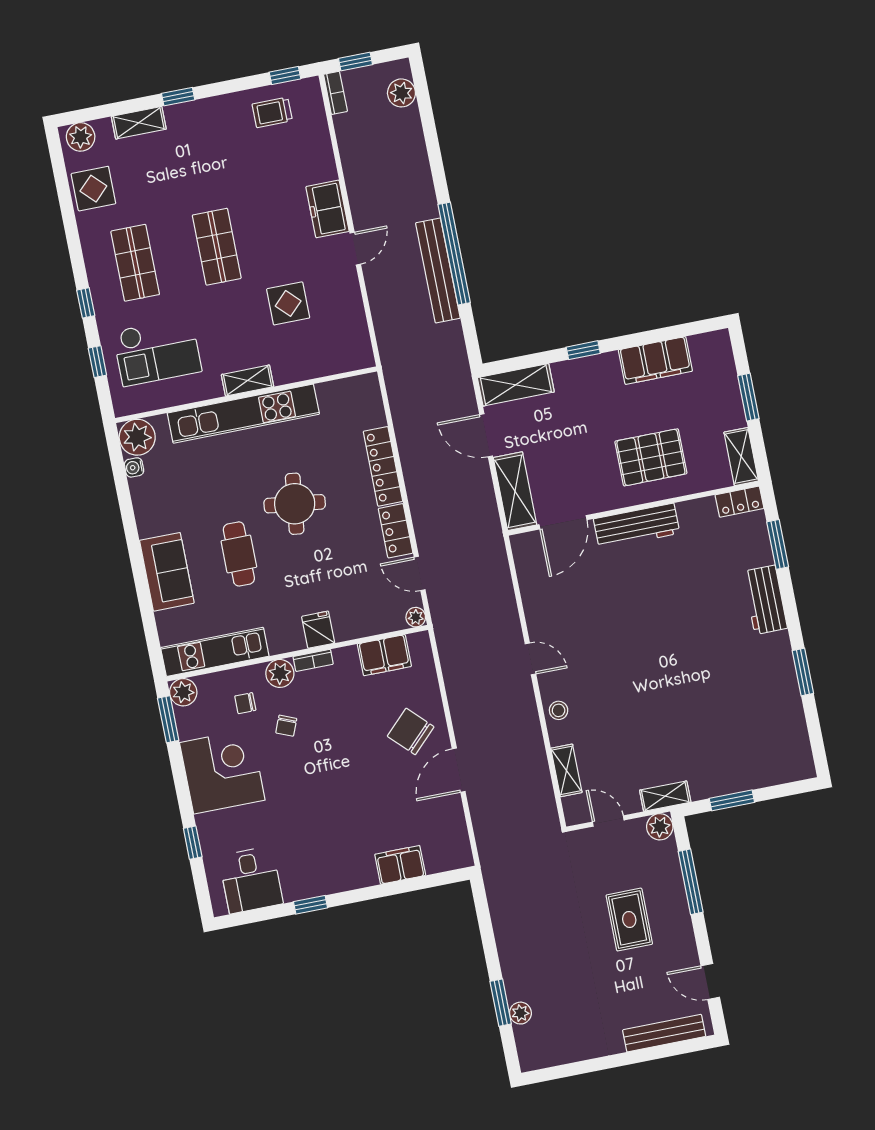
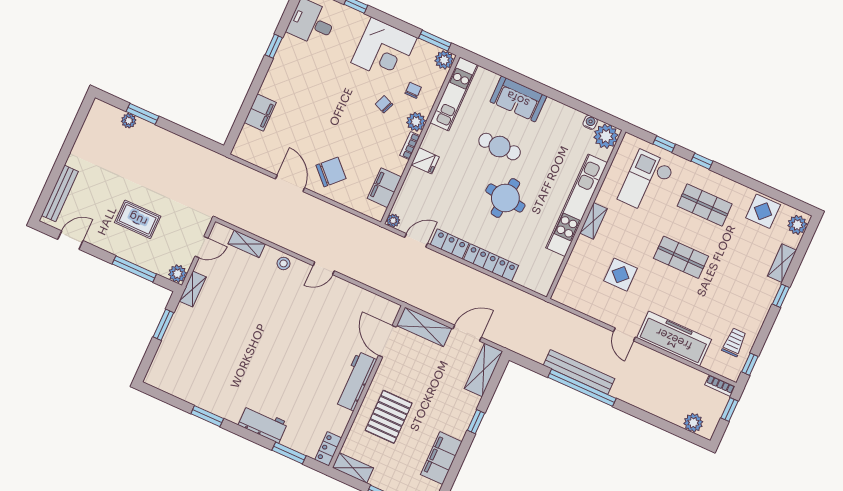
freezer: (328, 209) -> (674, 339), width x1.91, depth x1.26

